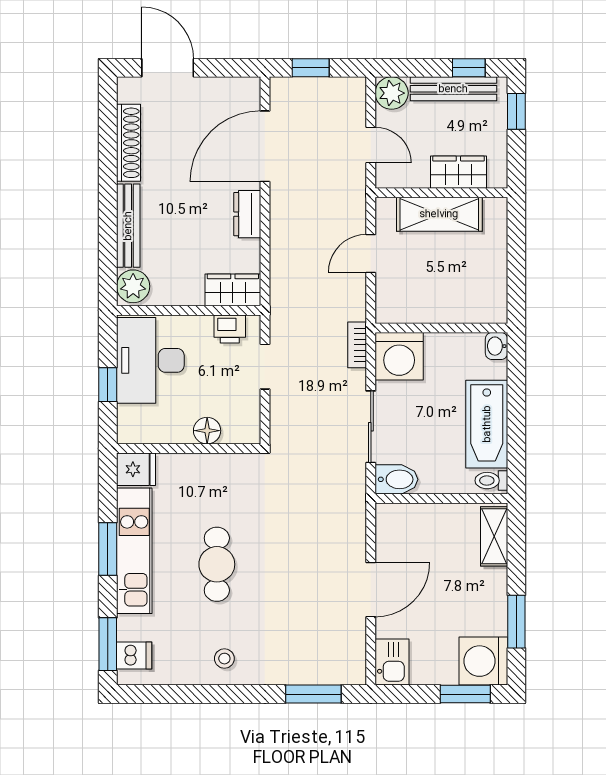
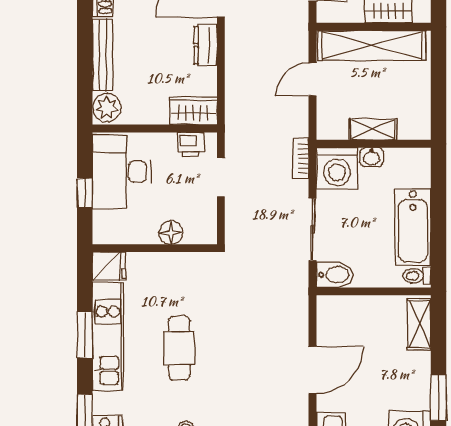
shelving: (439, 214) -> (372, 45), width x1.47
shelving: (441, 311) -> (373, 129), added
washbasin: (496, 346) -> (372, 157), moved, turned -90

